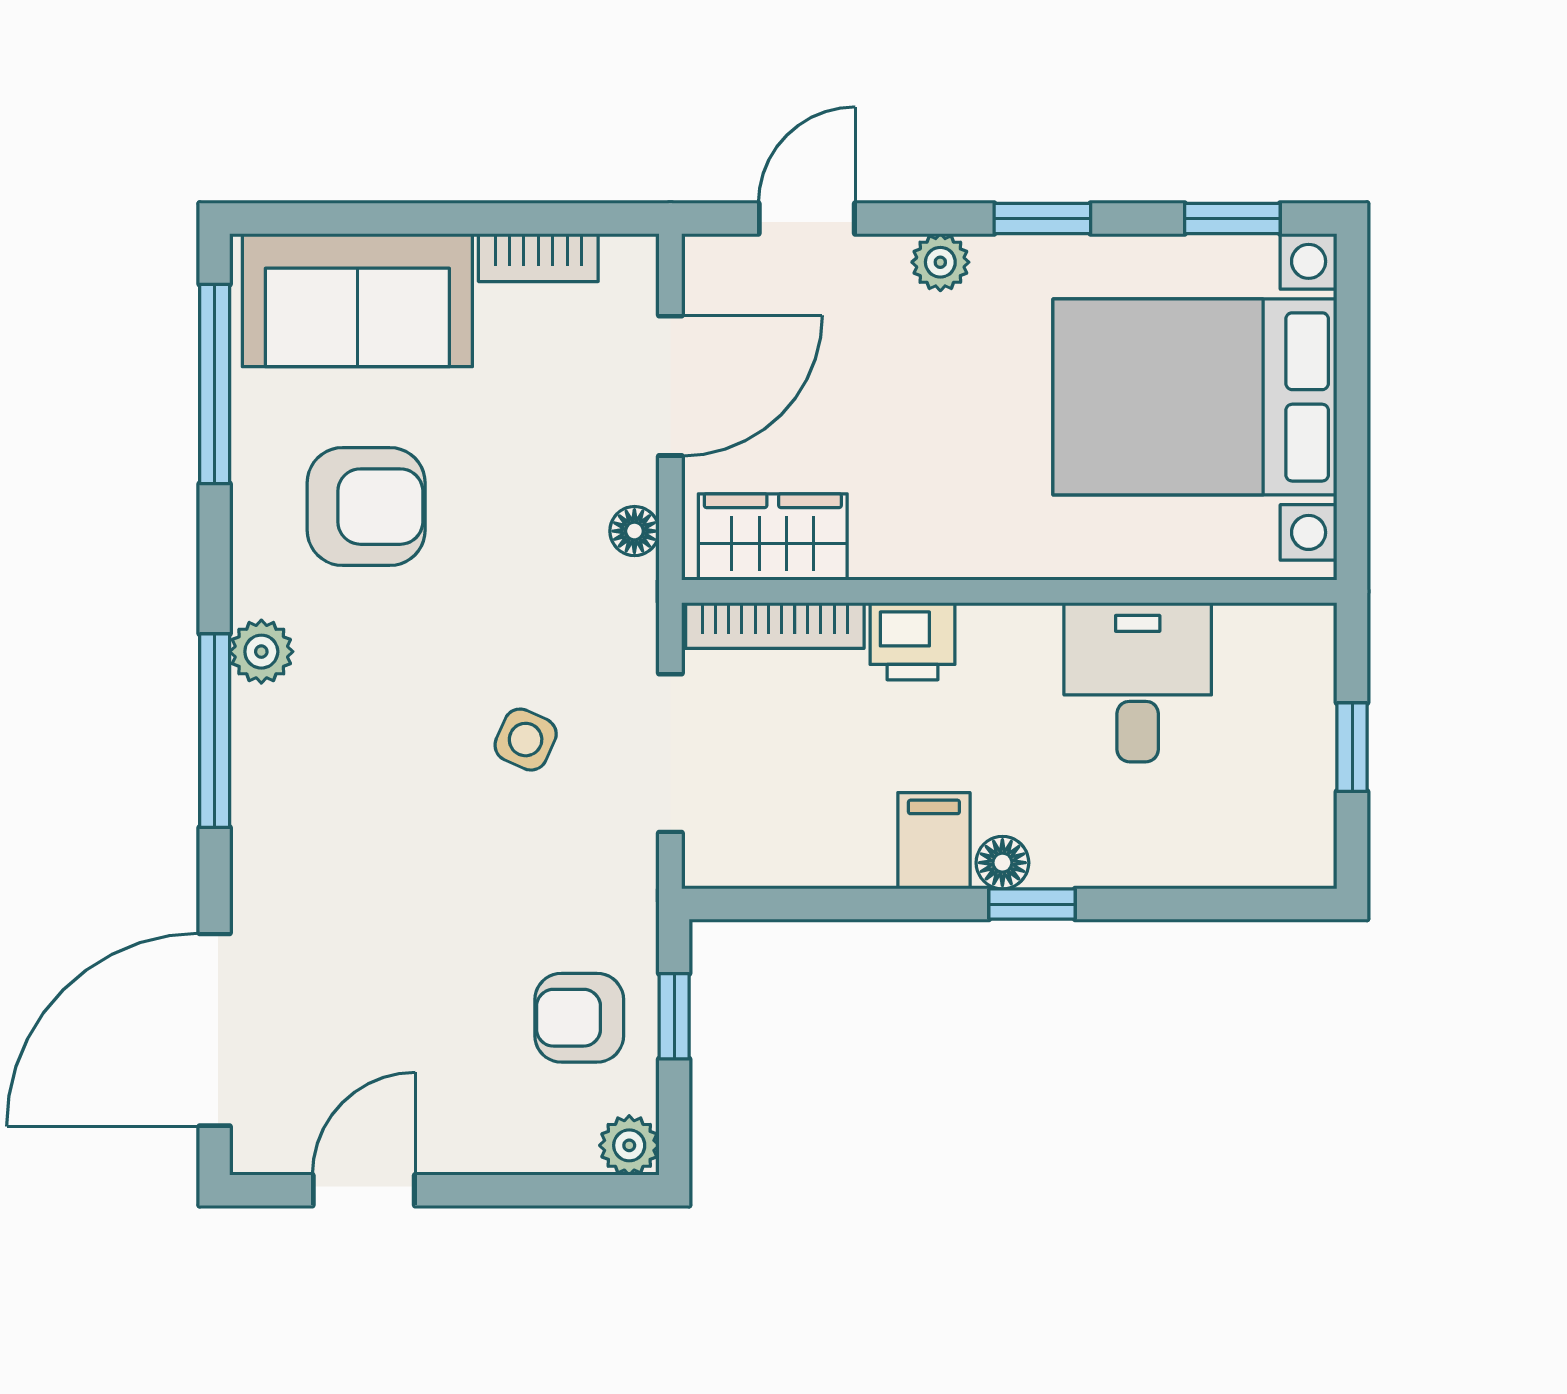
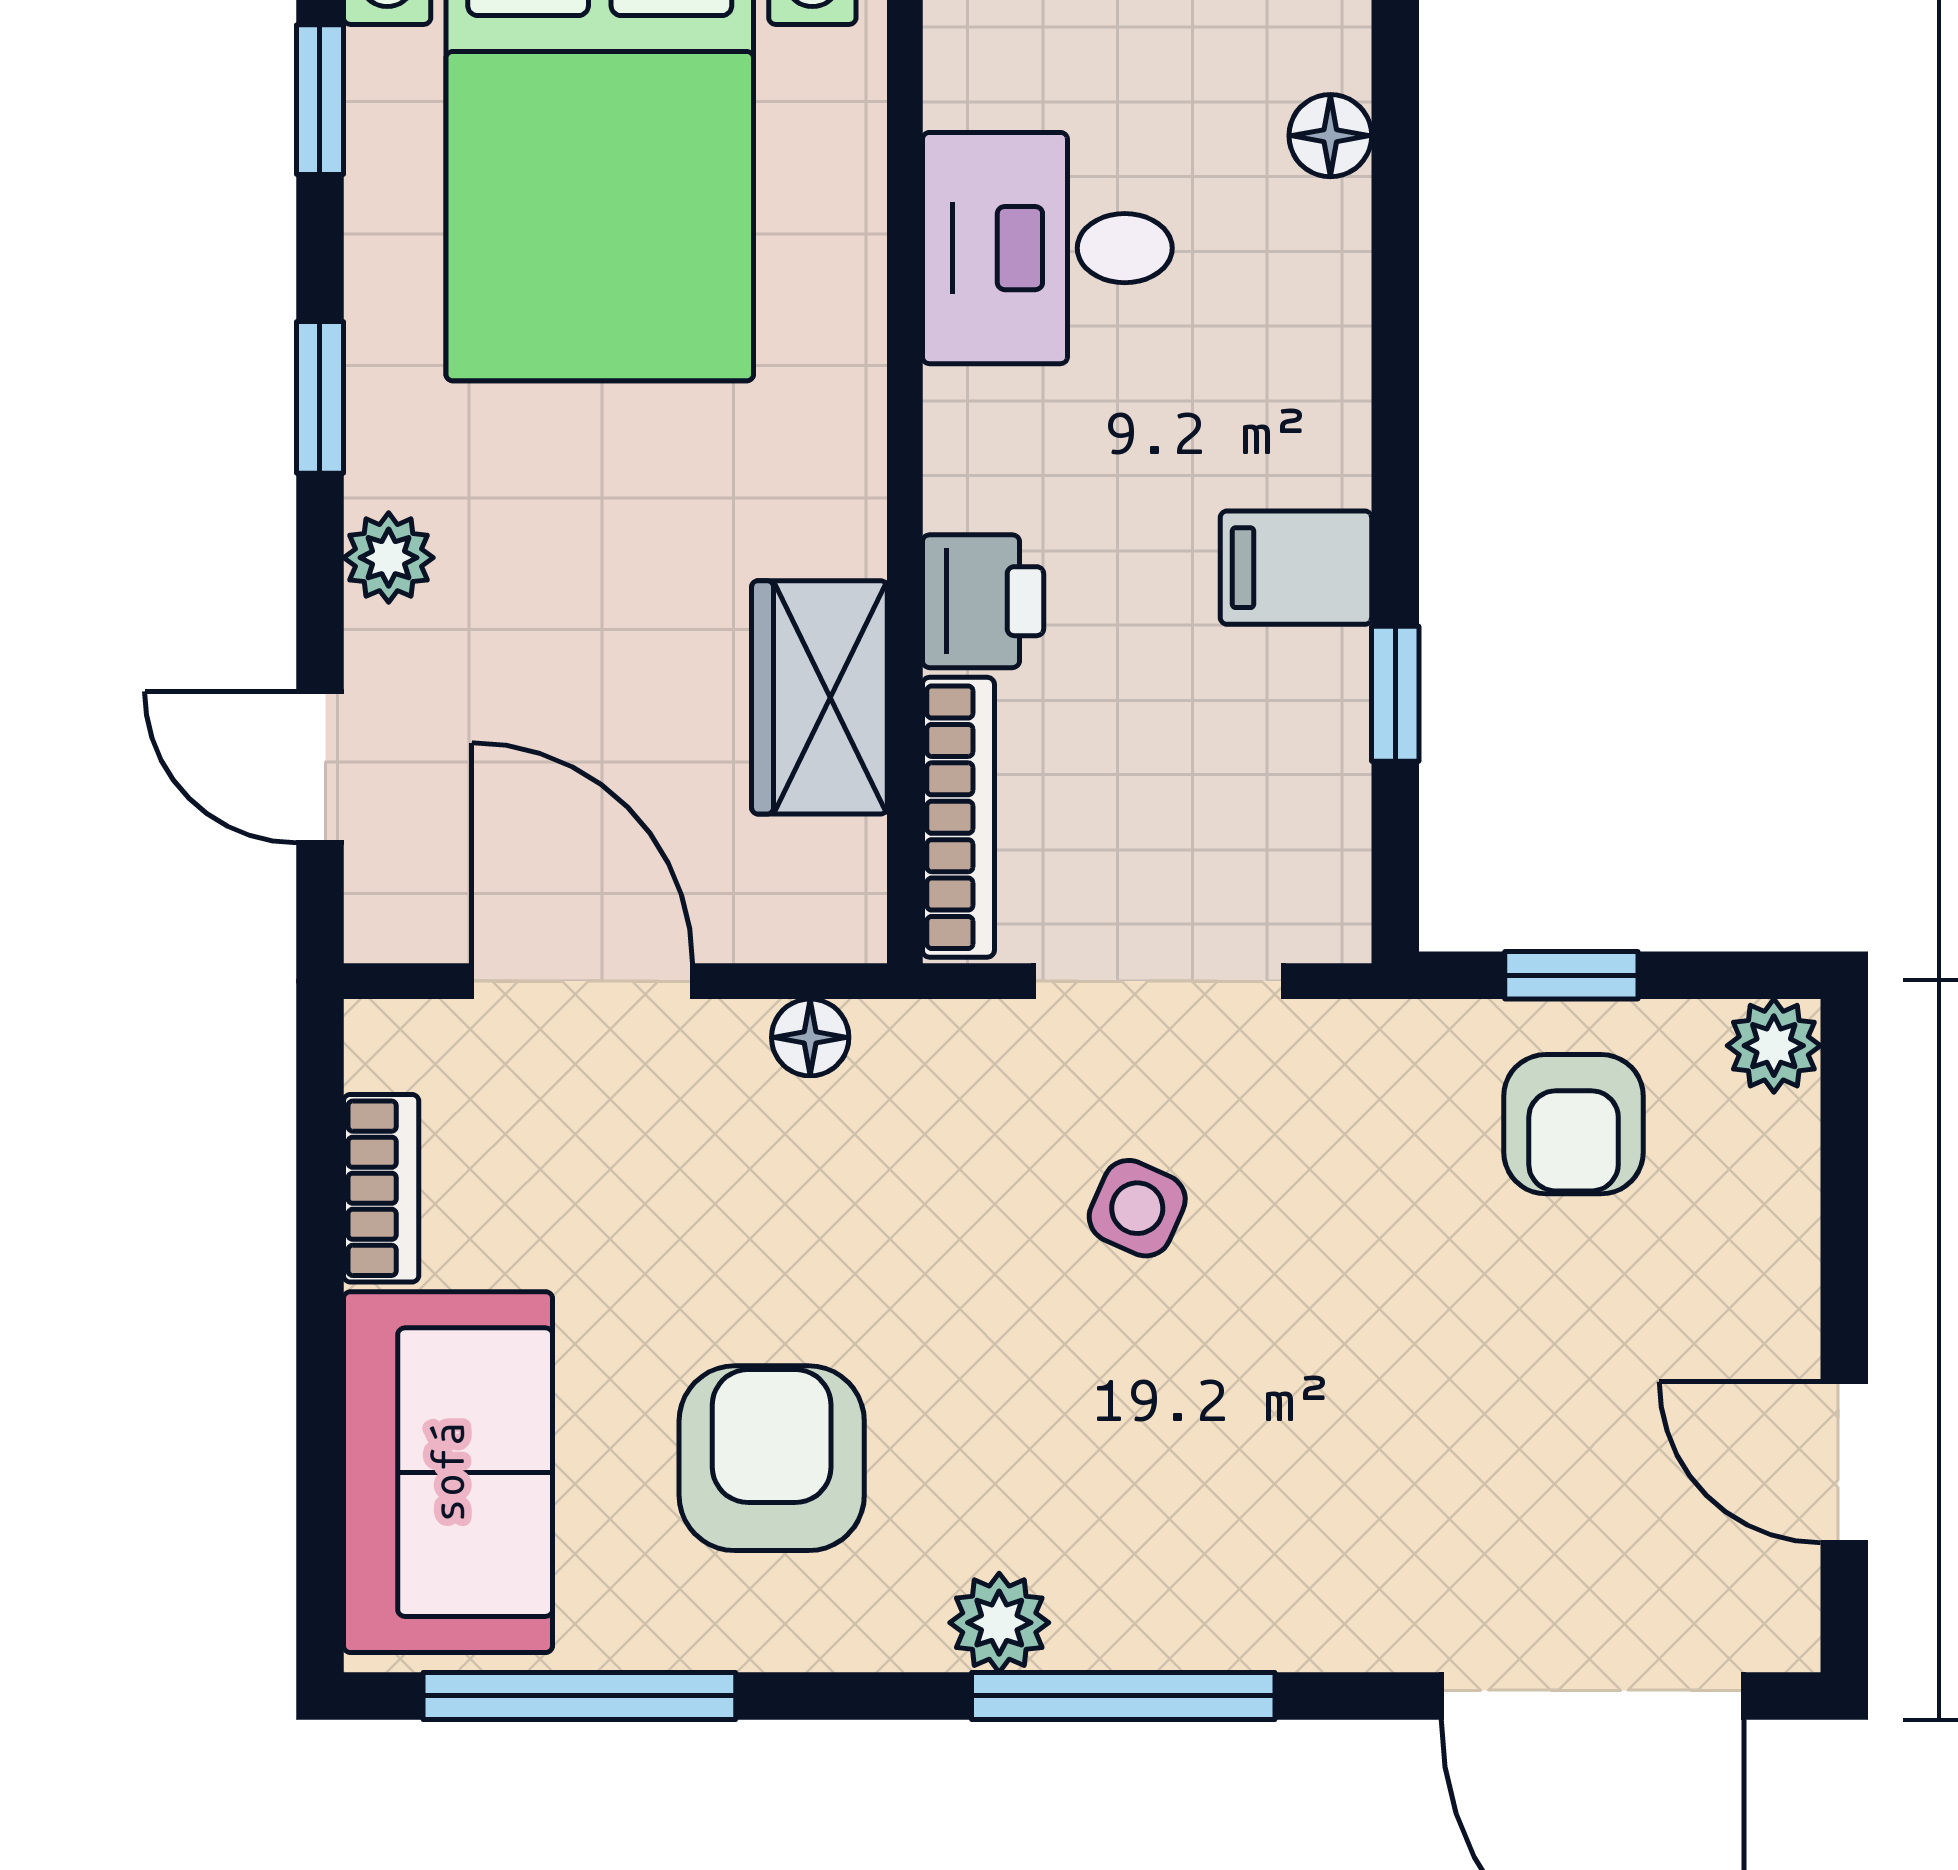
wardrobe: (773, 537) -> (819, 697), moved
floor lamp: (1002, 863) -> (1330, 136), moved
window: (1032, 904) -> (1395, 694), moved

